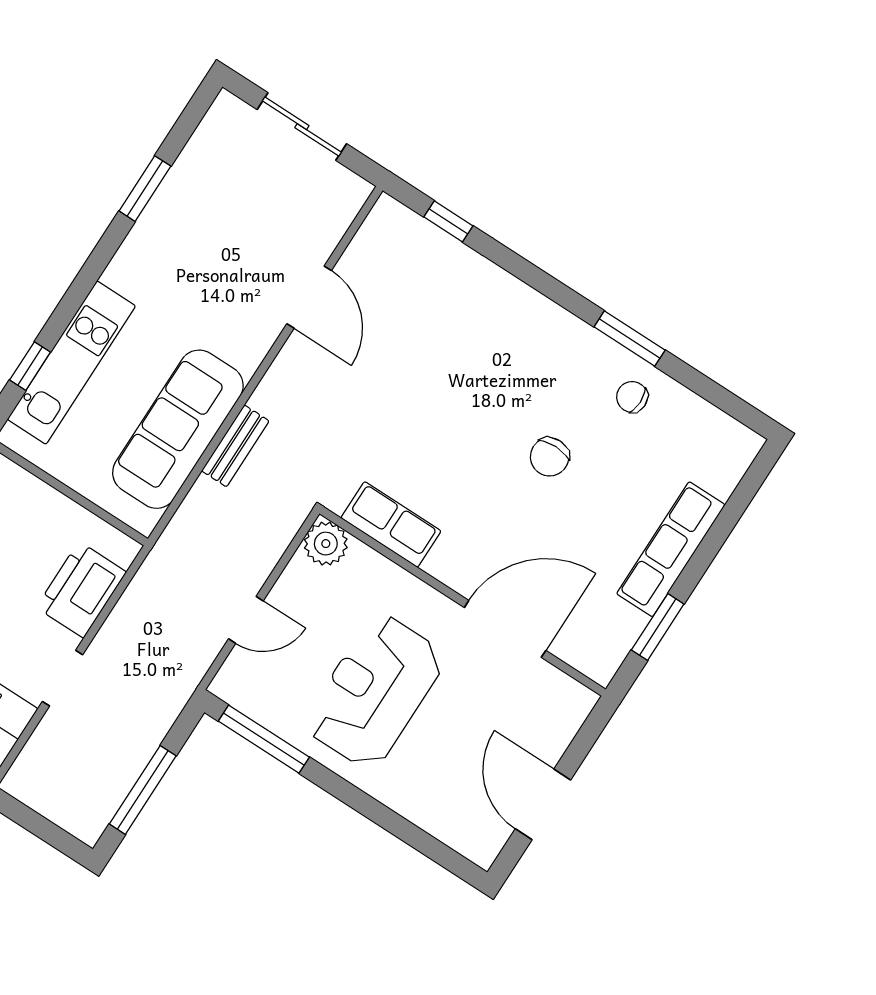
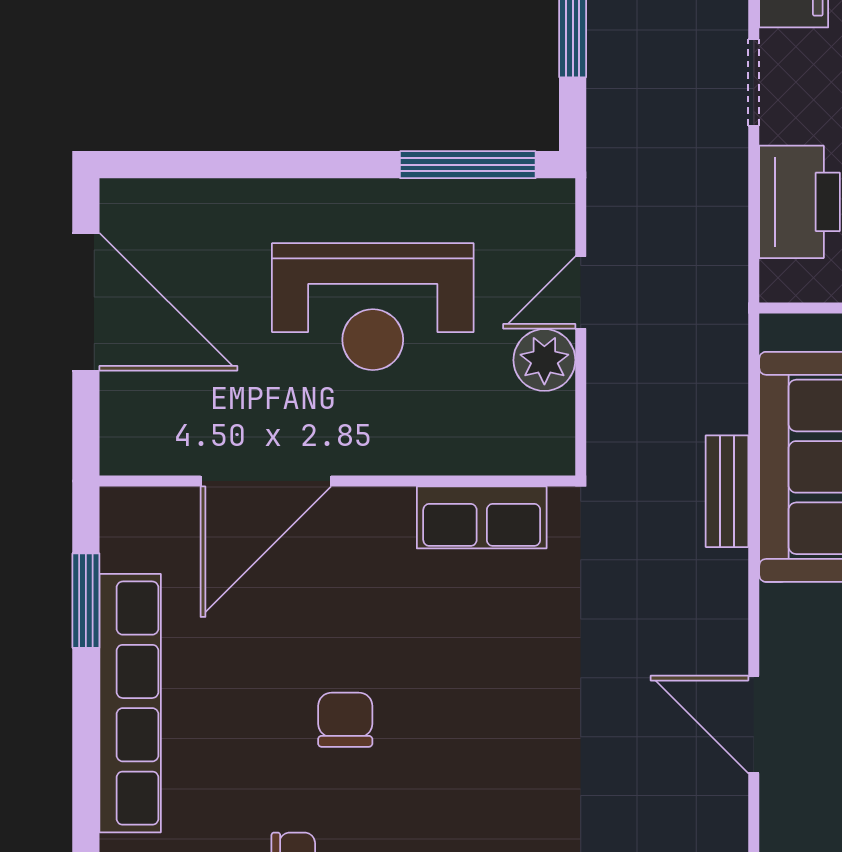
plant: (326, 544) -> (544, 360), moved
row of seats: (671, 549) -> (130, 703), width x1.36
reception desk: (375, 691) -> (373, 307), turned 90
door: (543, 804) -> (86, 302), width x1.36

